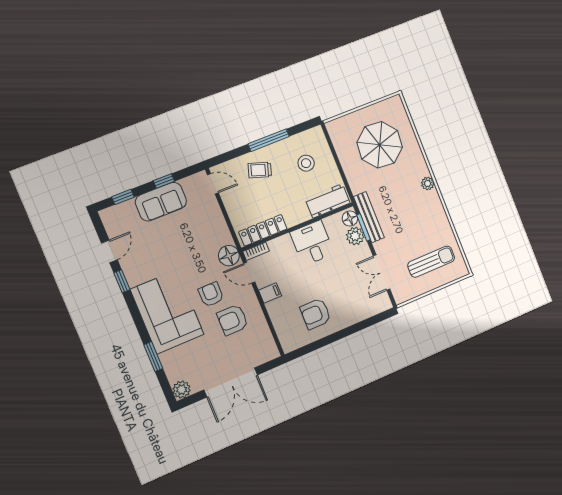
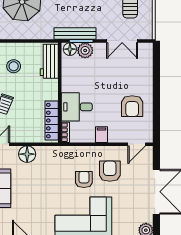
desk: (312, 243) -> (77, 107), moved
floor lamp: (229, 256) -> (27, 154), moved
door: (249, 273) -> (137, 144), moved
armchair: (211, 294) -> (84, 179), turned 90
armchair: (233, 320) -> (110, 171), turned 180

